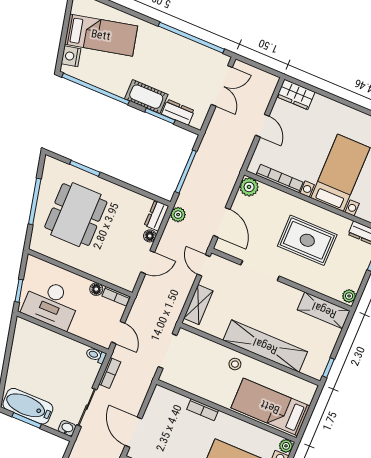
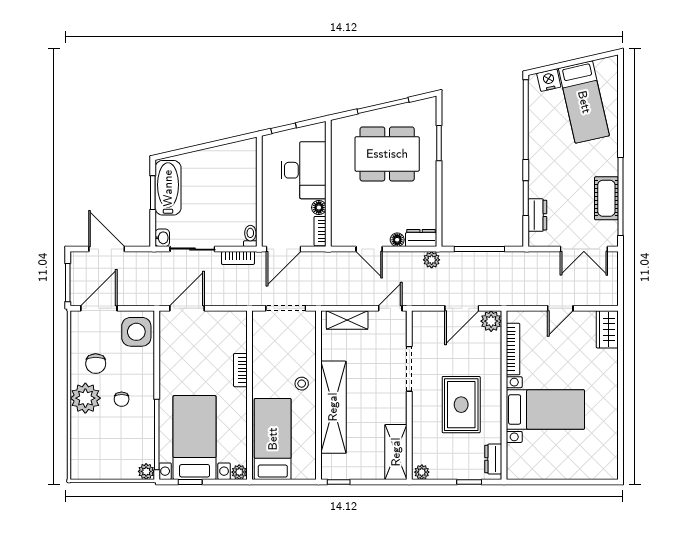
cot: (146, 97) -> (606, 198), moved
door: (222, 222) -> (462, 308), moved
desk: (51, 304) -> (304, 170), moved, turned 180
door: (118, 333) -> (283, 249), width x1.38

